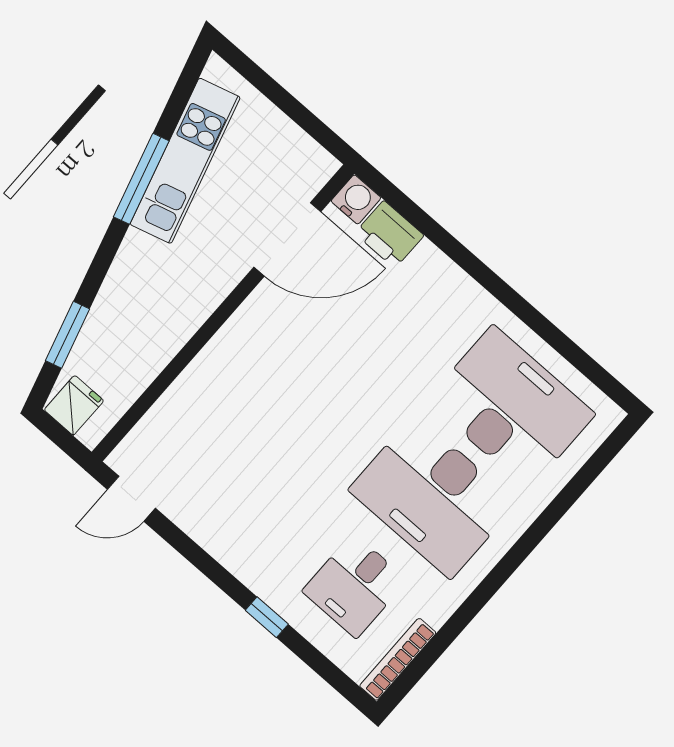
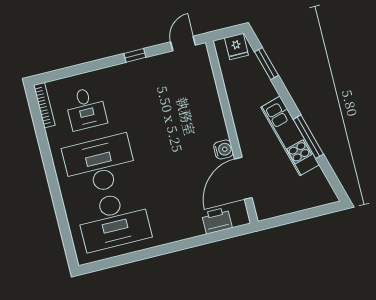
kitchen unit: (185, 161) -> (290, 136), moved
water cooler: (356, 199) -> (223, 150), moved, turned -90
desk: (355, 586) -> (86, 109), turned 180
window: (267, 617) -> (135, 55), moved

